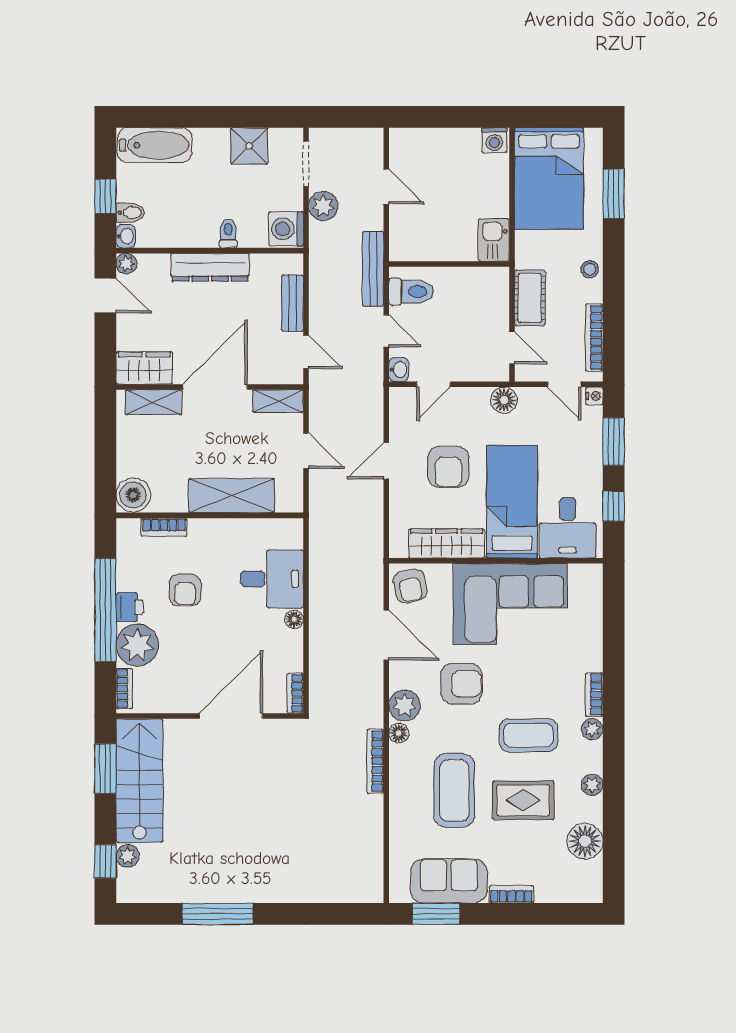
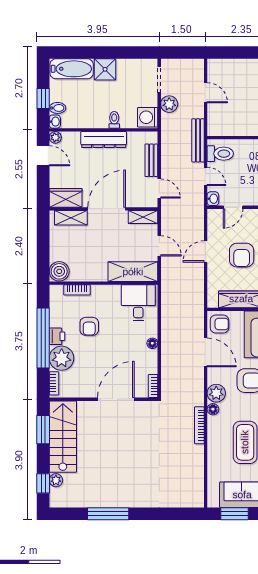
shower: (249, 146) -> (105, 69), moved
shelving: (232, 496) -> (133, 272), moved
desk: (272, 579) -> (138, 303), moved, turned -90
armchair: (410, 586) -> (219, 324), turned -78

